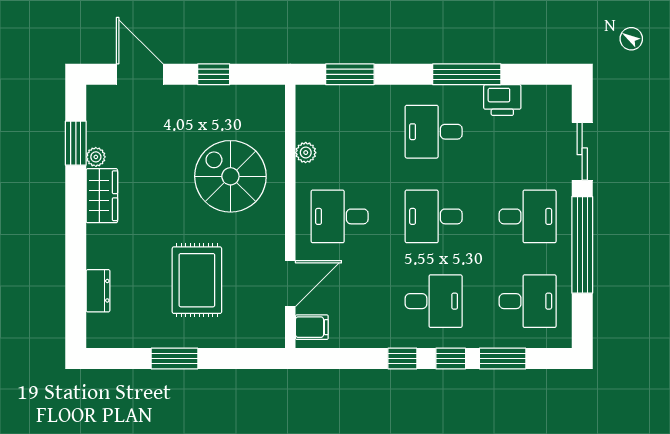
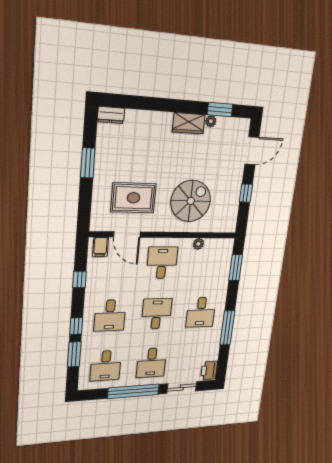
printer: (502, 100) -> (209, 370), moved
desk: (434, 132) -> (201, 312), turned 180
rug: (197, 280) -> (134, 198), moved
dresser: (98, 291) -> (111, 115), moved
window: (402, 358) -> (79, 279), moved

